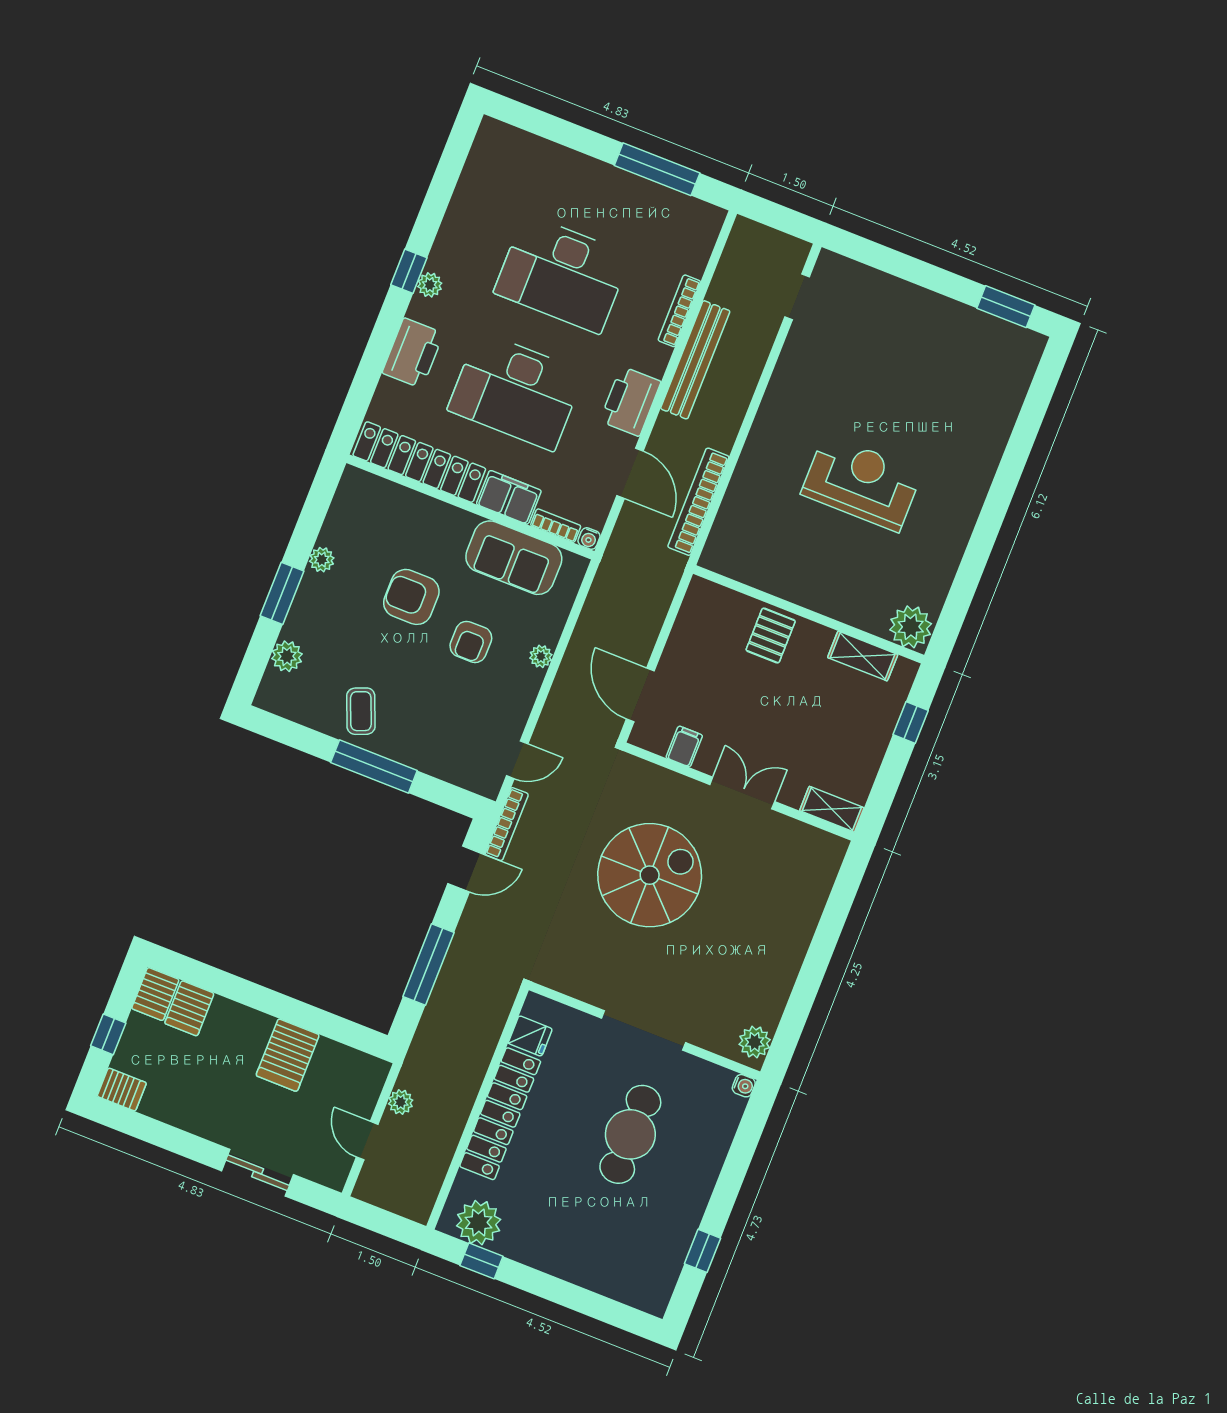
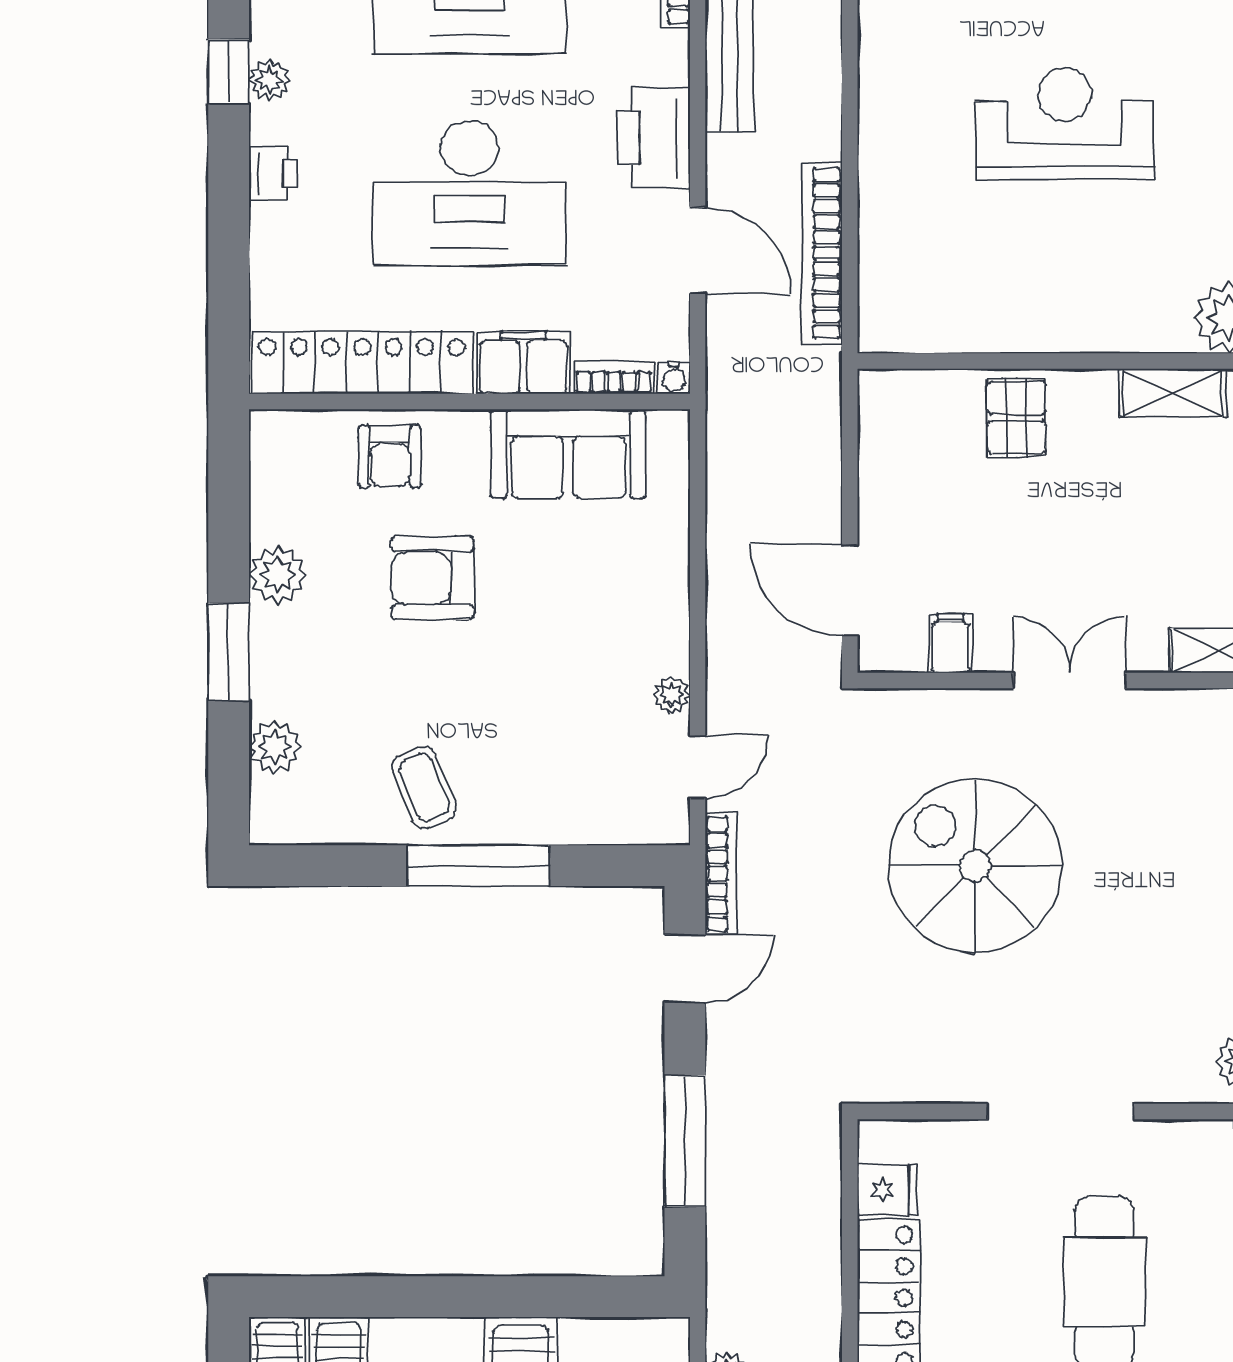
printer: (413, 353) -> (273, 173), width x0.53, depth x0.68
plant: (322, 560) -> (278, 575), width x1.38, depth x1.38
armchair: (471, 642) -> (390, 456), moved
plant: (541, 656) -> (671, 695), moved
spiral stairs: (650, 875) -> (975, 866), turned -90

